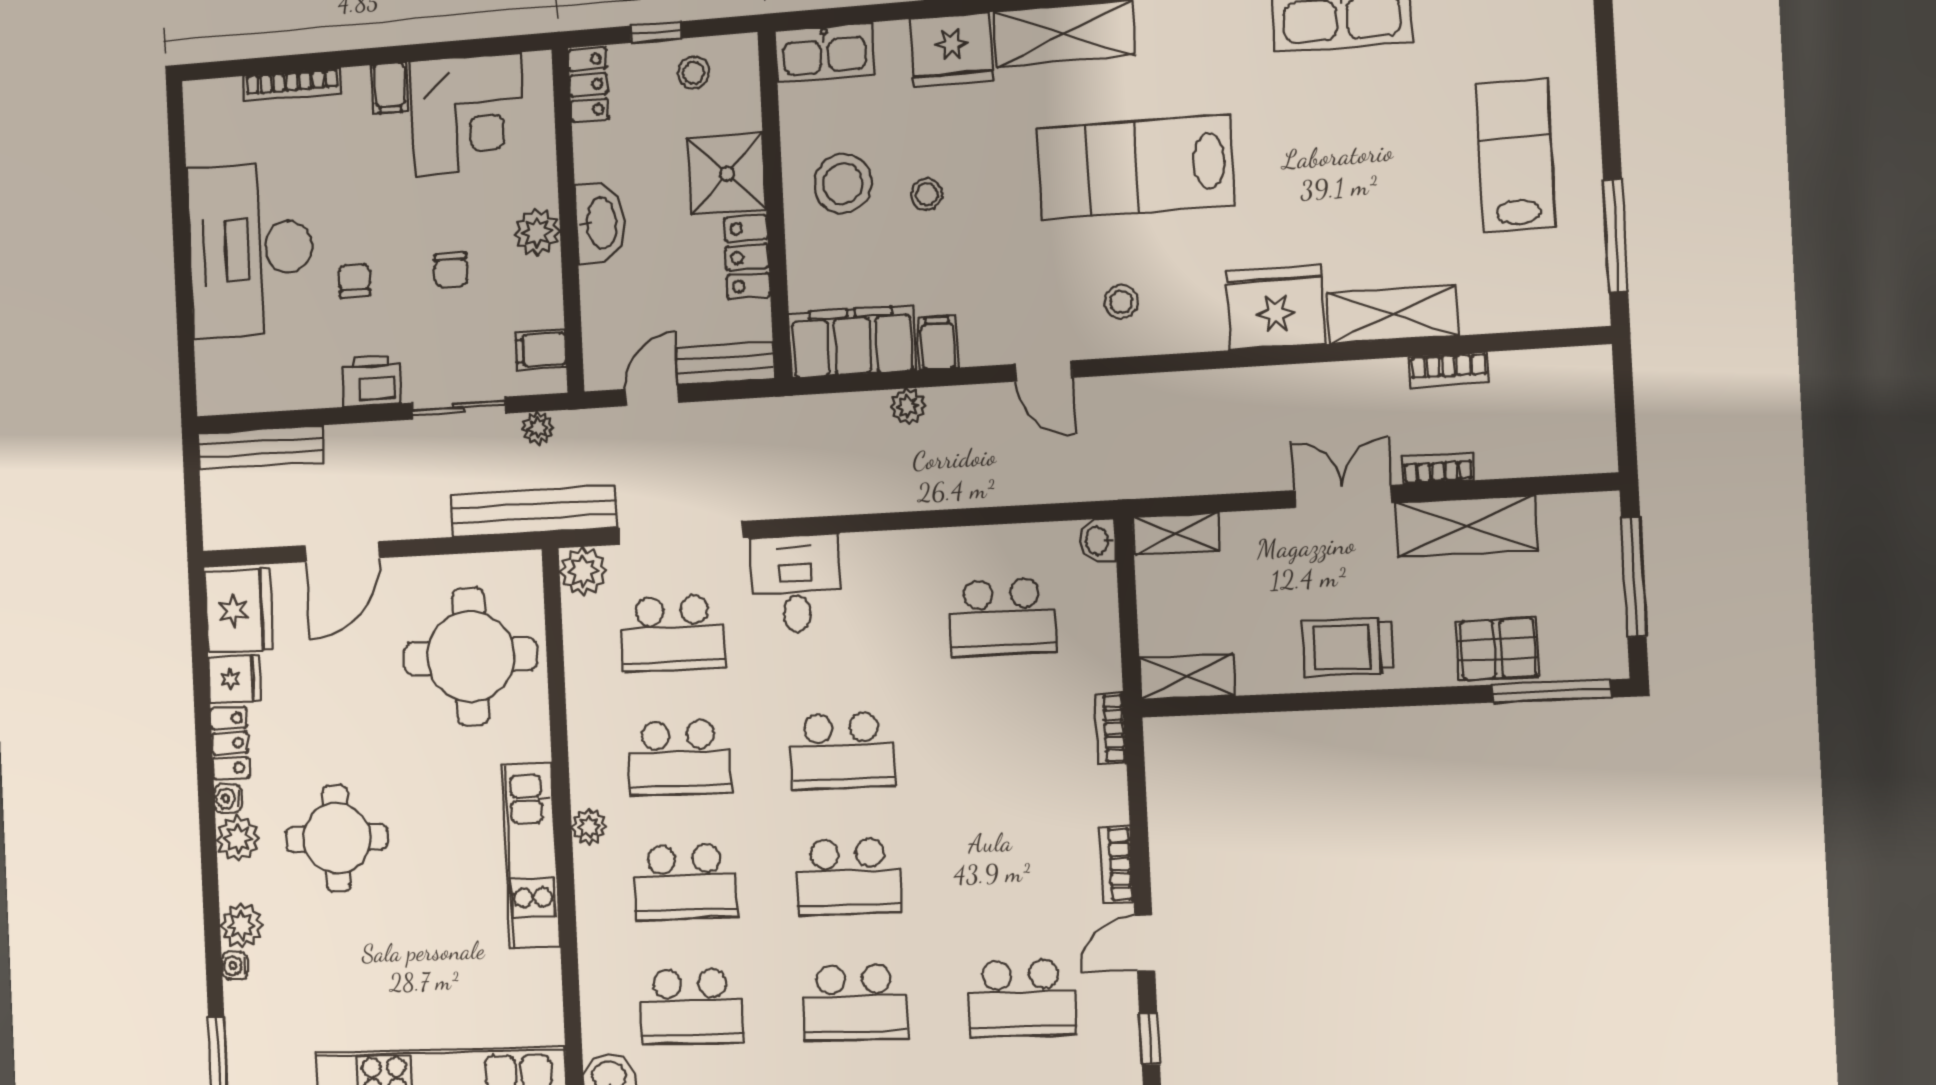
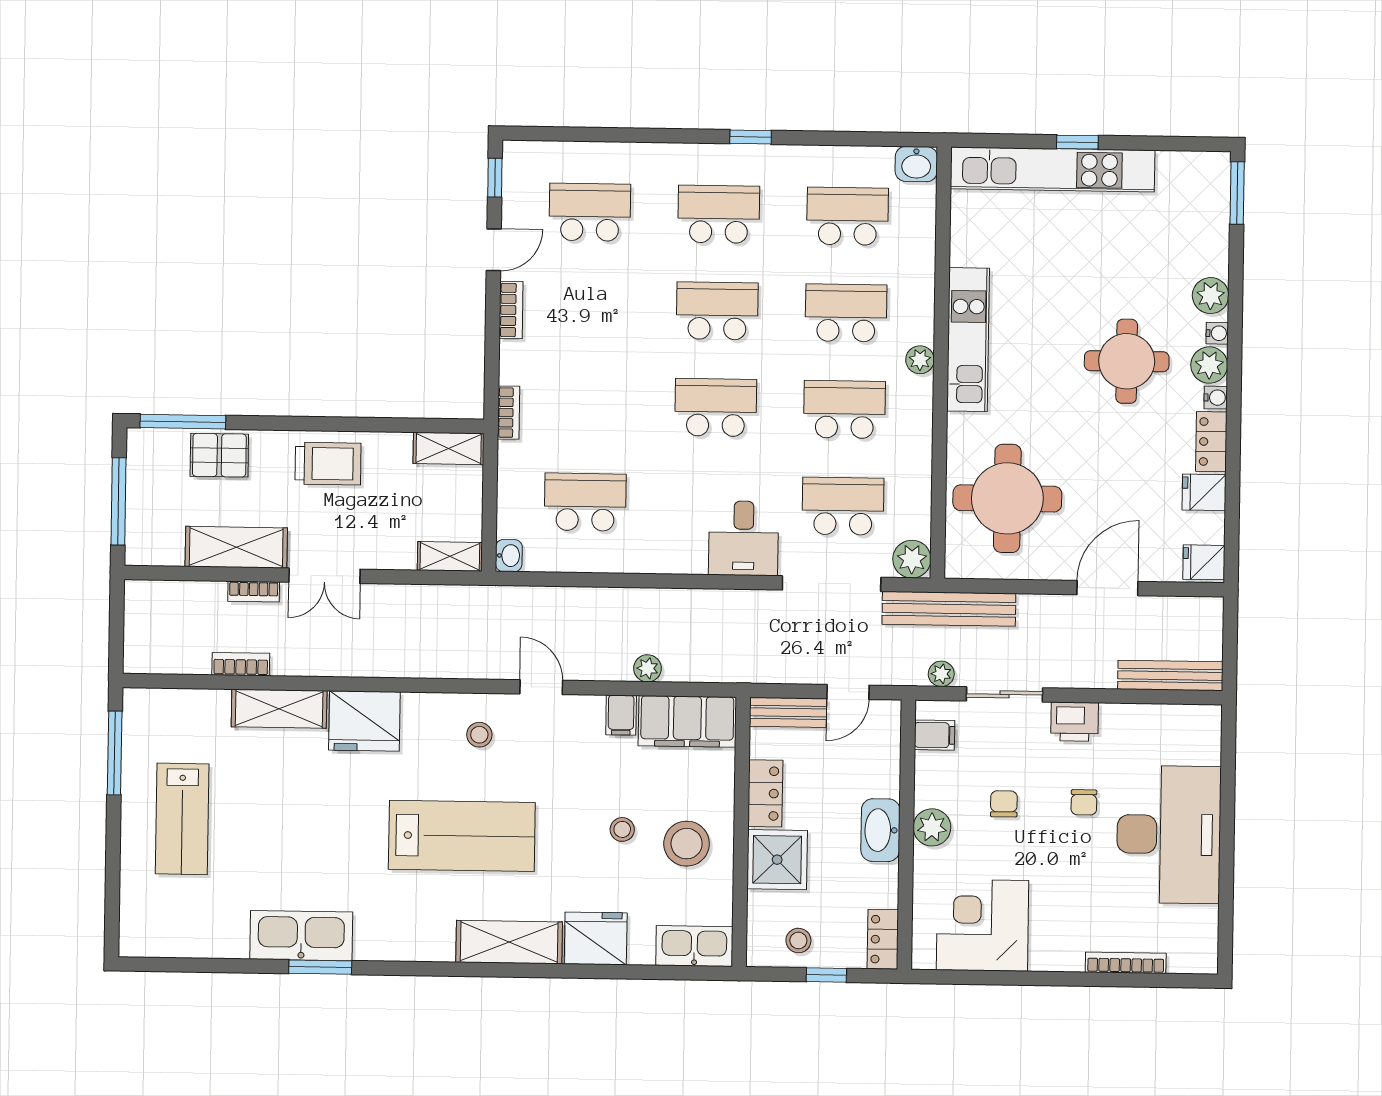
filing cabinet: (390, 88) -> (1045, 952), removed
fridge: (239, 610) -> (1204, 562), width x0.53, depth x0.75
water cooler: (235, 966) -> (1217, 333), moved

